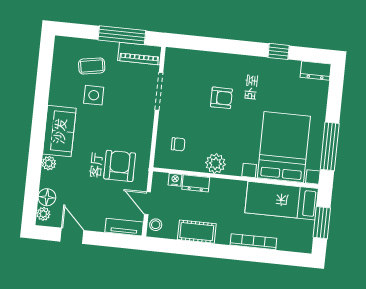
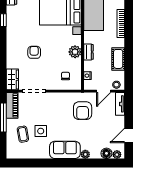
wardrobe: (181, 58) -> (12, 79), added
armchair: (120, 166) -> (83, 111), turned -90
dresser: (196, 183) -> (88, 52), moved

